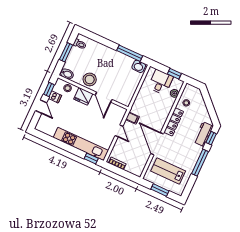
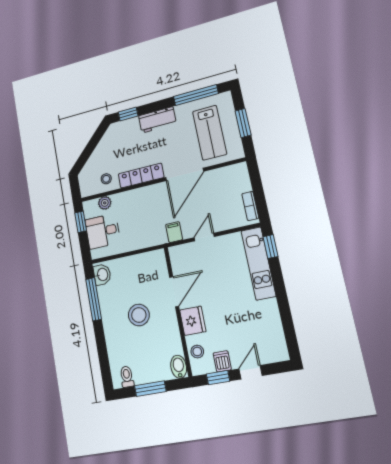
stool: (90, 79) -> (139, 315), moved
workbench: (203, 134) -> (157, 120), moved
kitchen unit: (81, 144) -> (258, 263), width x0.73
window: (200, 163) -> (196, 95), moved

